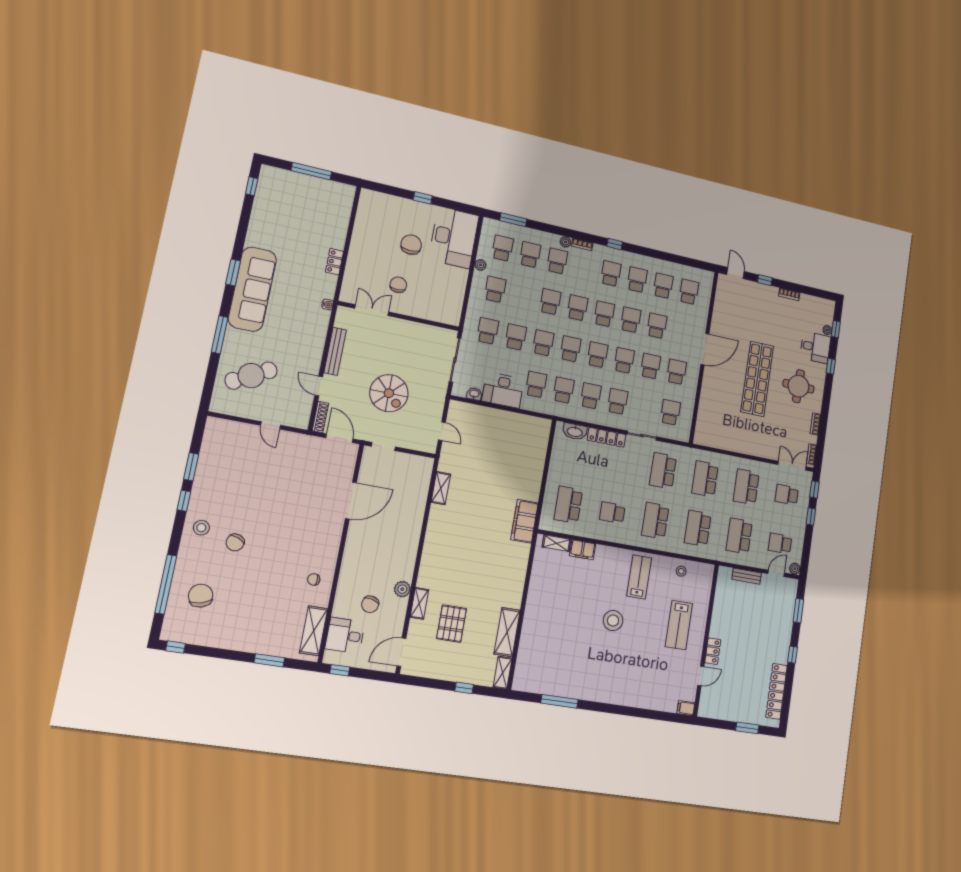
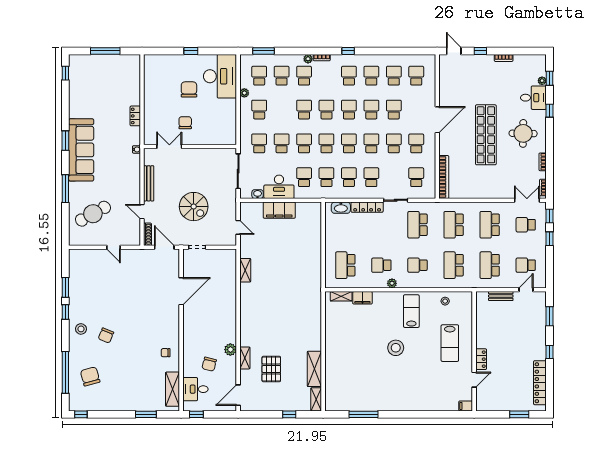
bookcase: (702, 419) -> (444, 177), added
filing cabinet: (524, 521) -> (279, 210), moved, turned -90
school desk: (655, 521) -> (417, 265), width x0.54
plant: (795, 569) -> (392, 283), moved

